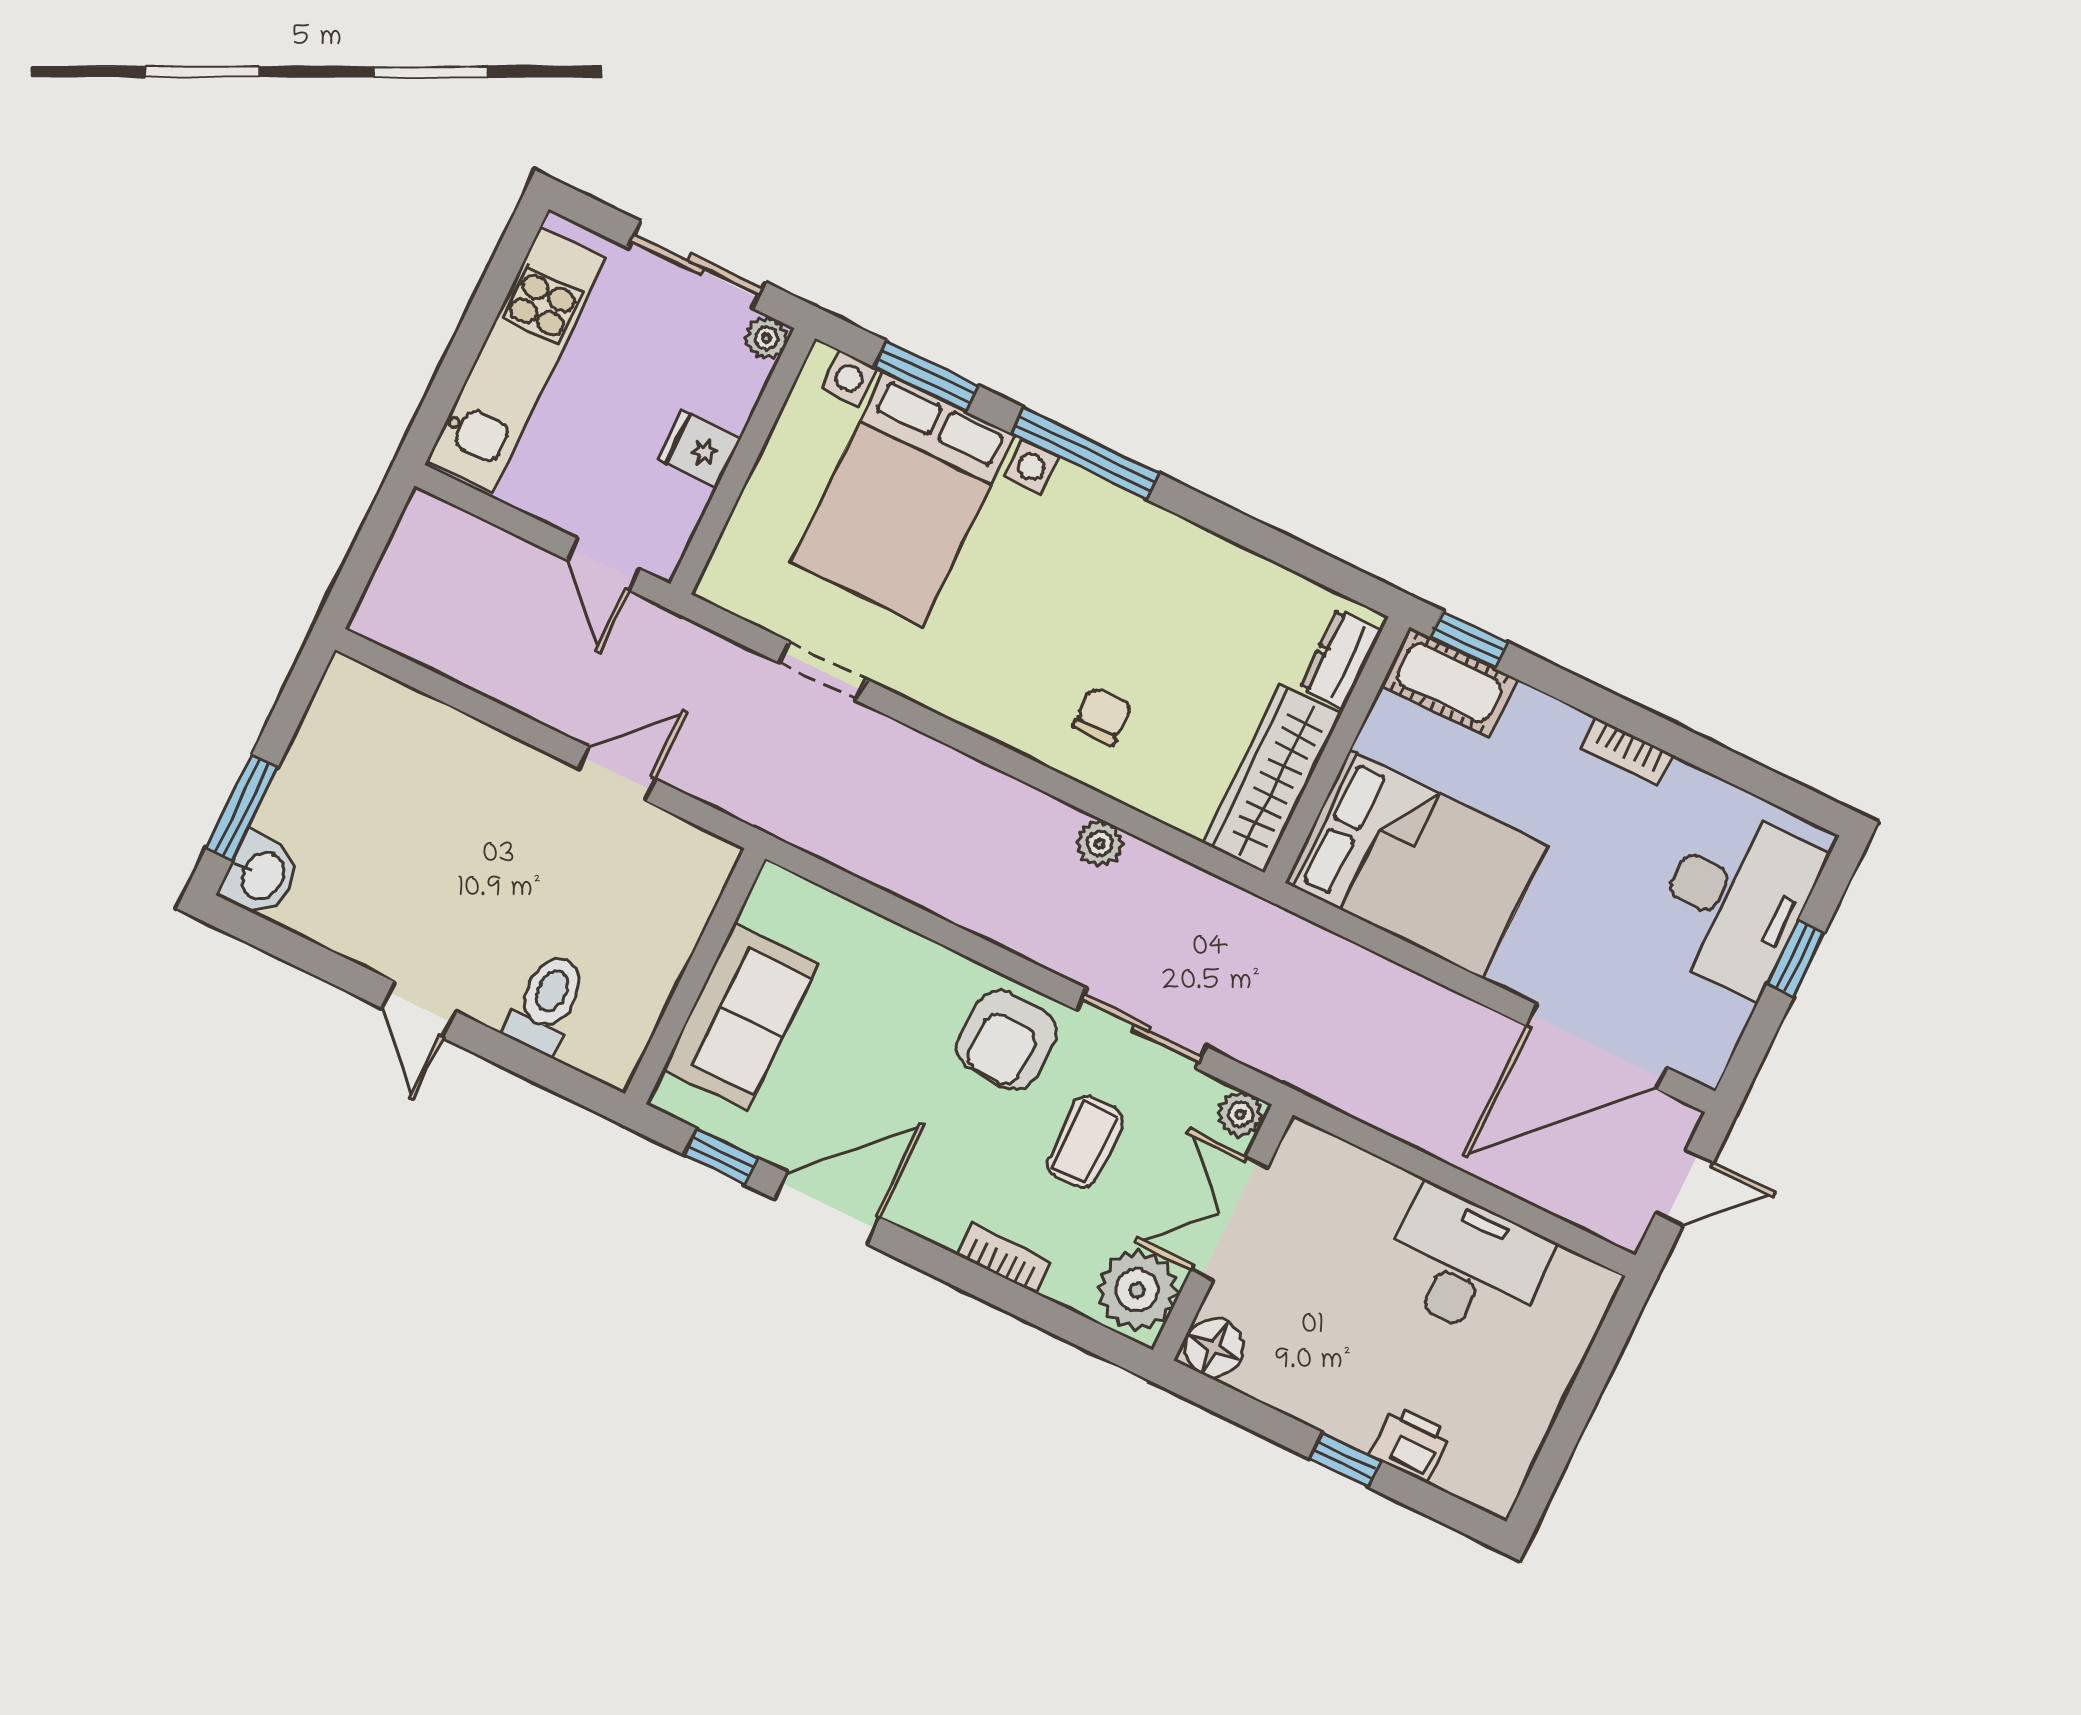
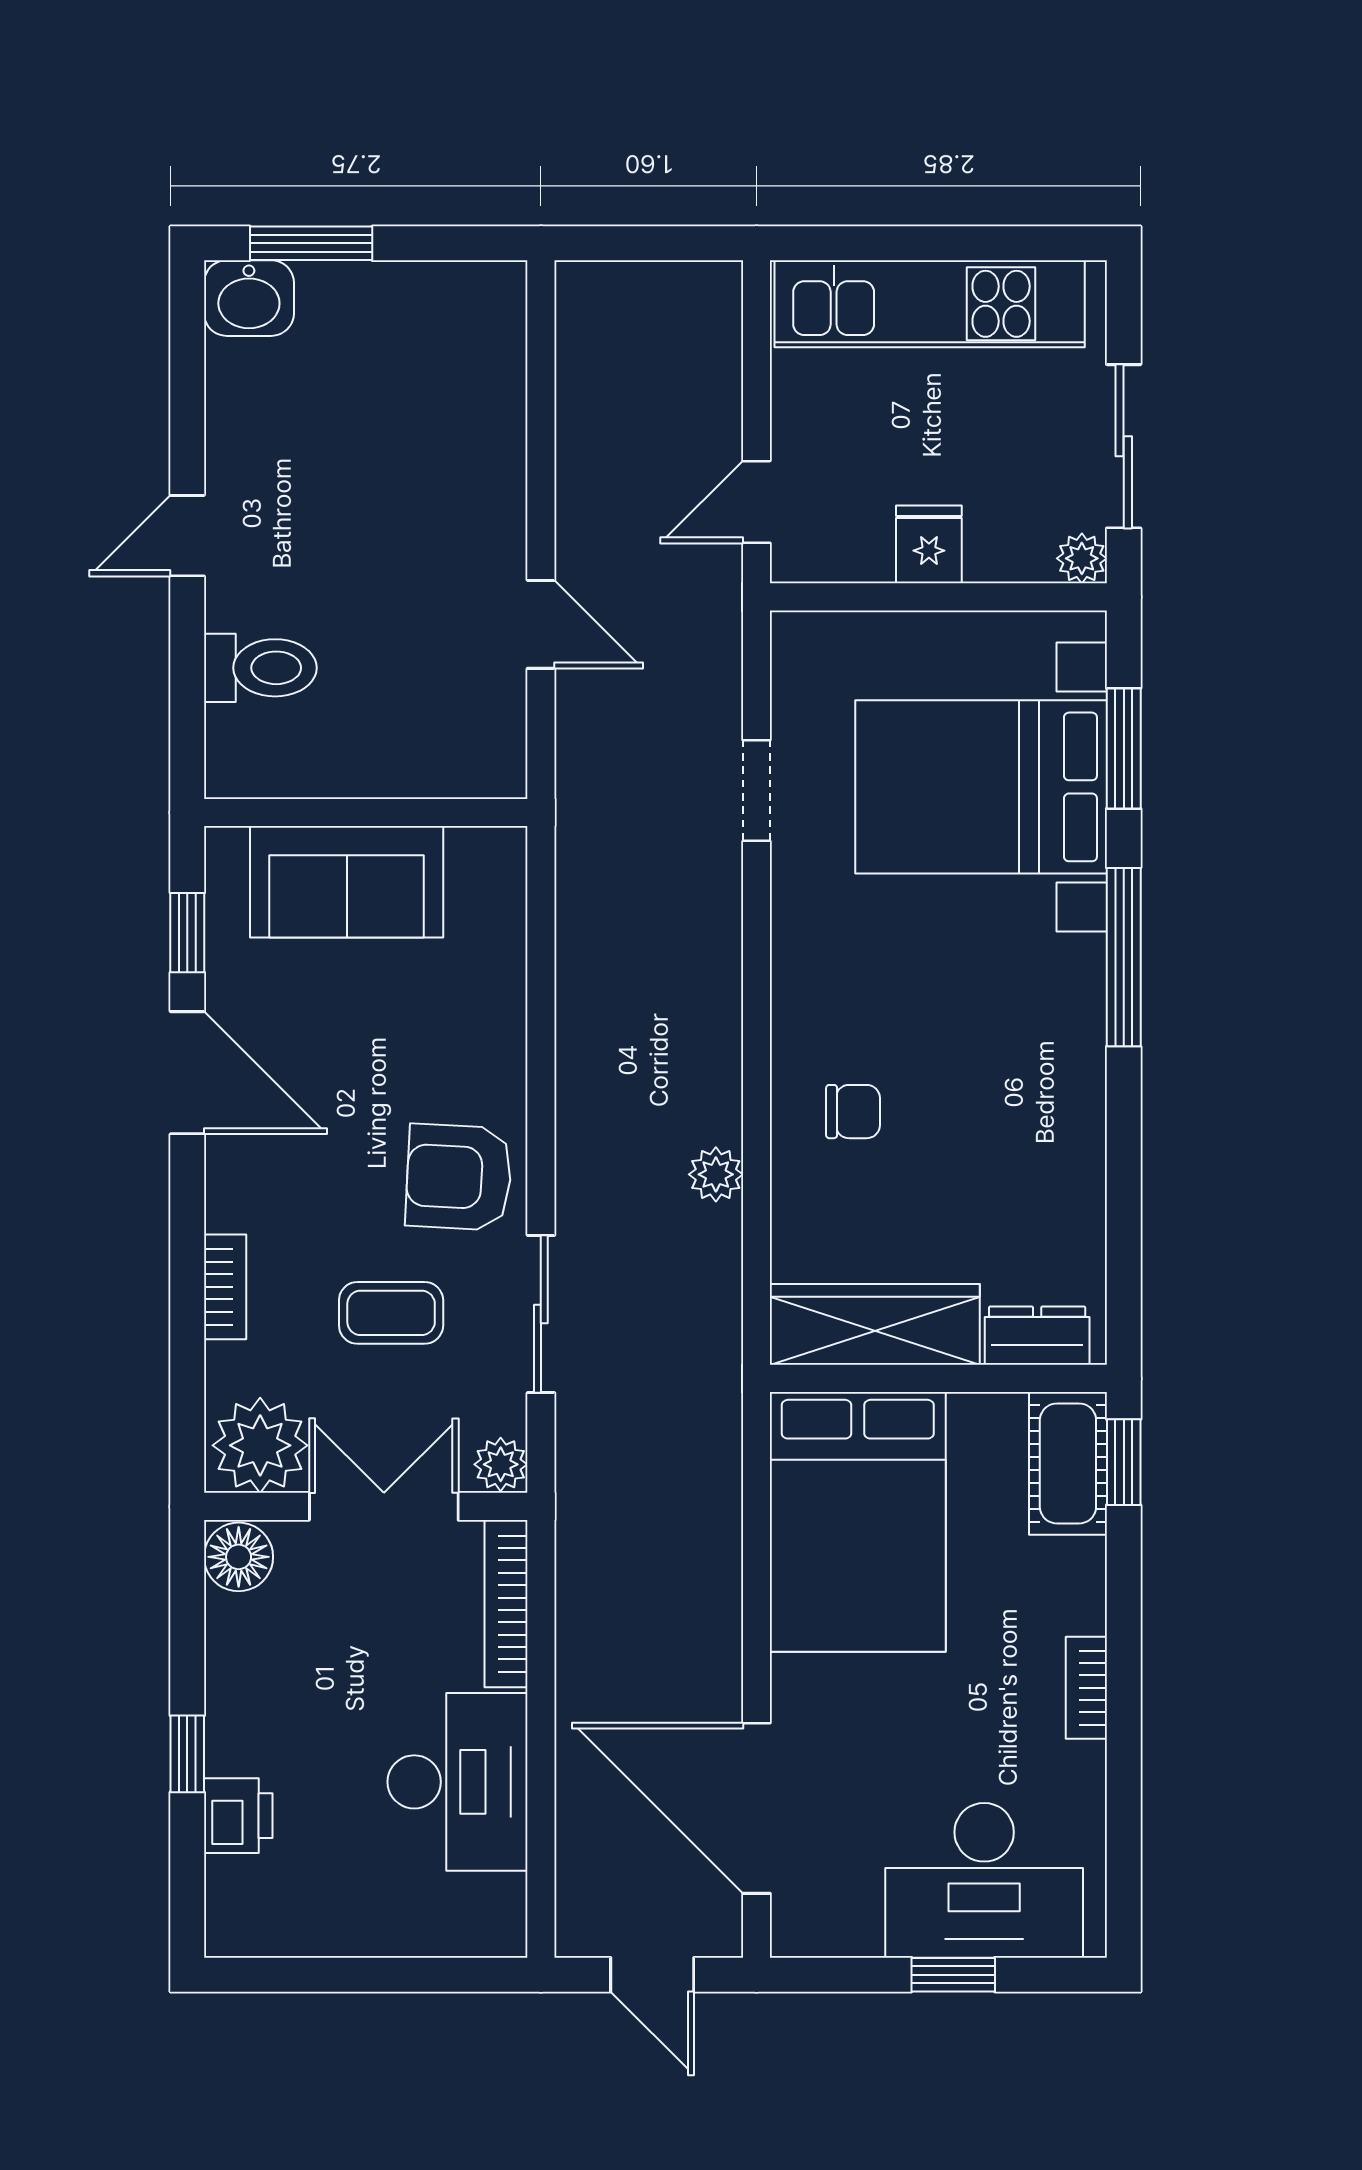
bookcase: (1349, 1162) -> (506, 1604), added

